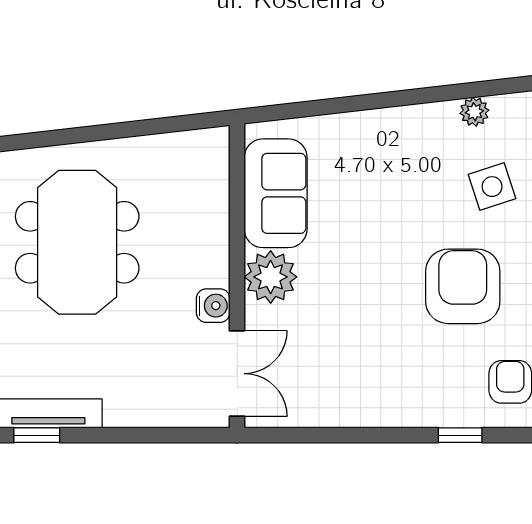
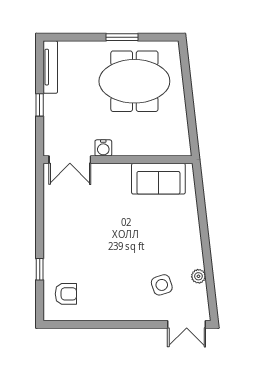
plant: (271, 277) -> (117, 176), removed
armchair: (463, 286) -> (113, 271), removed
window: (37, 435) -> (40, 105), moved

